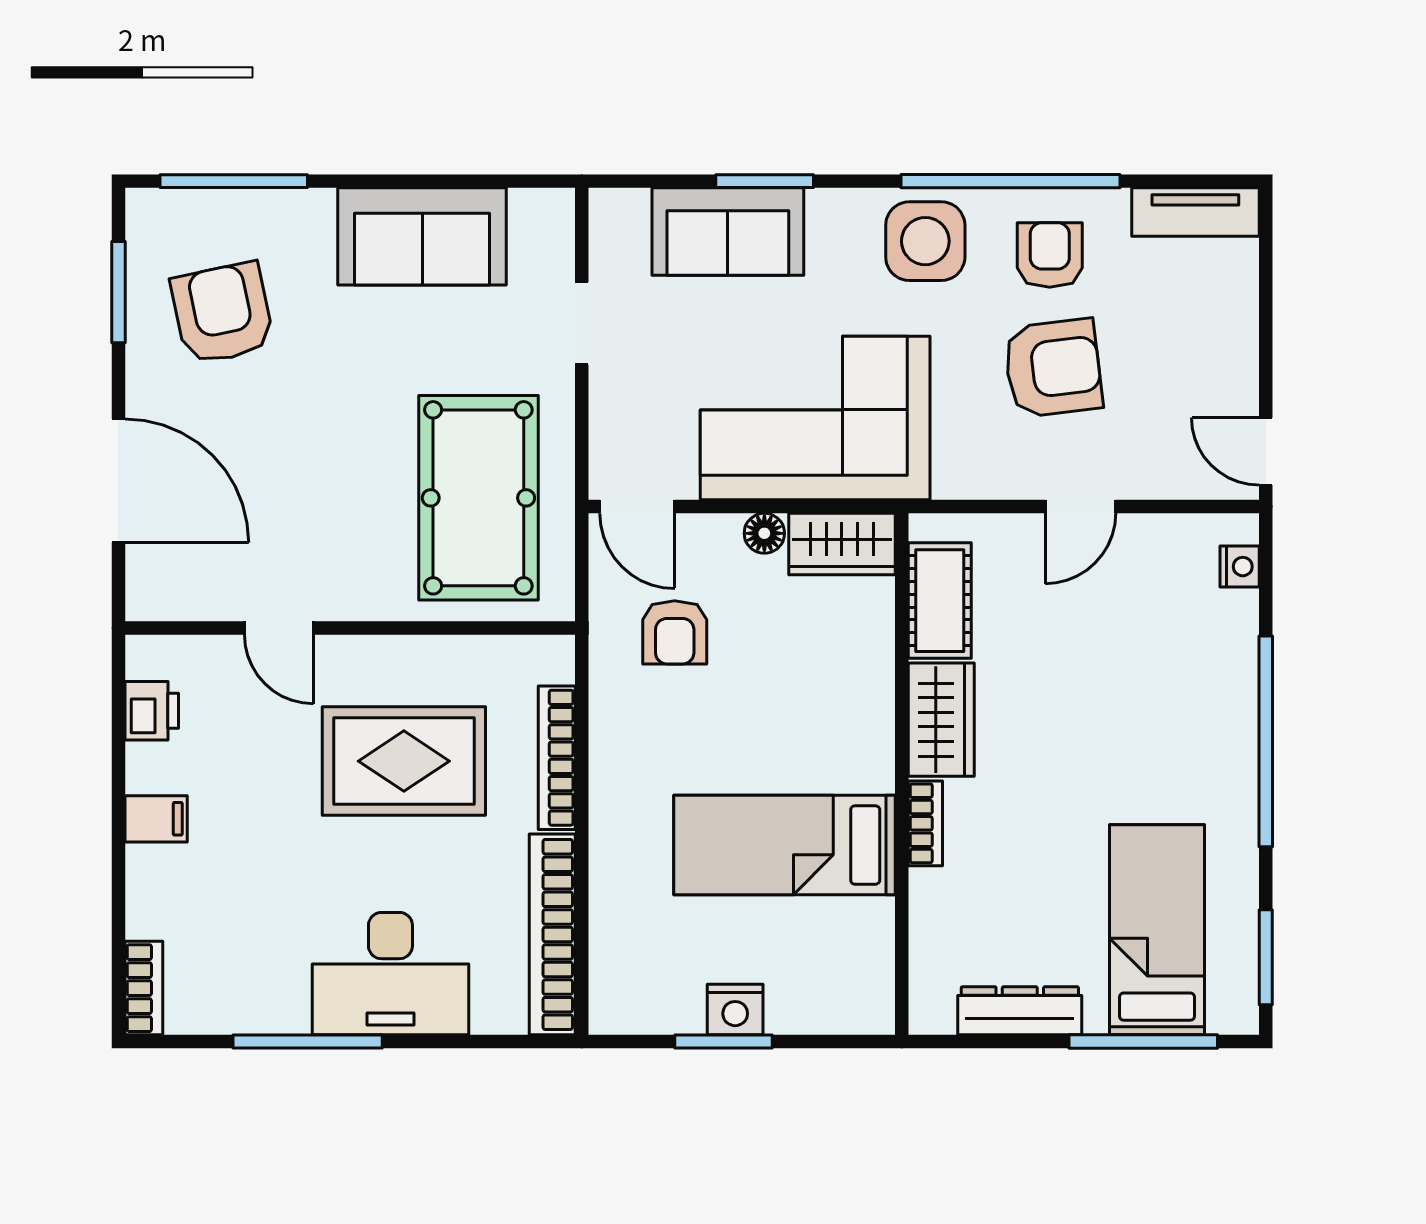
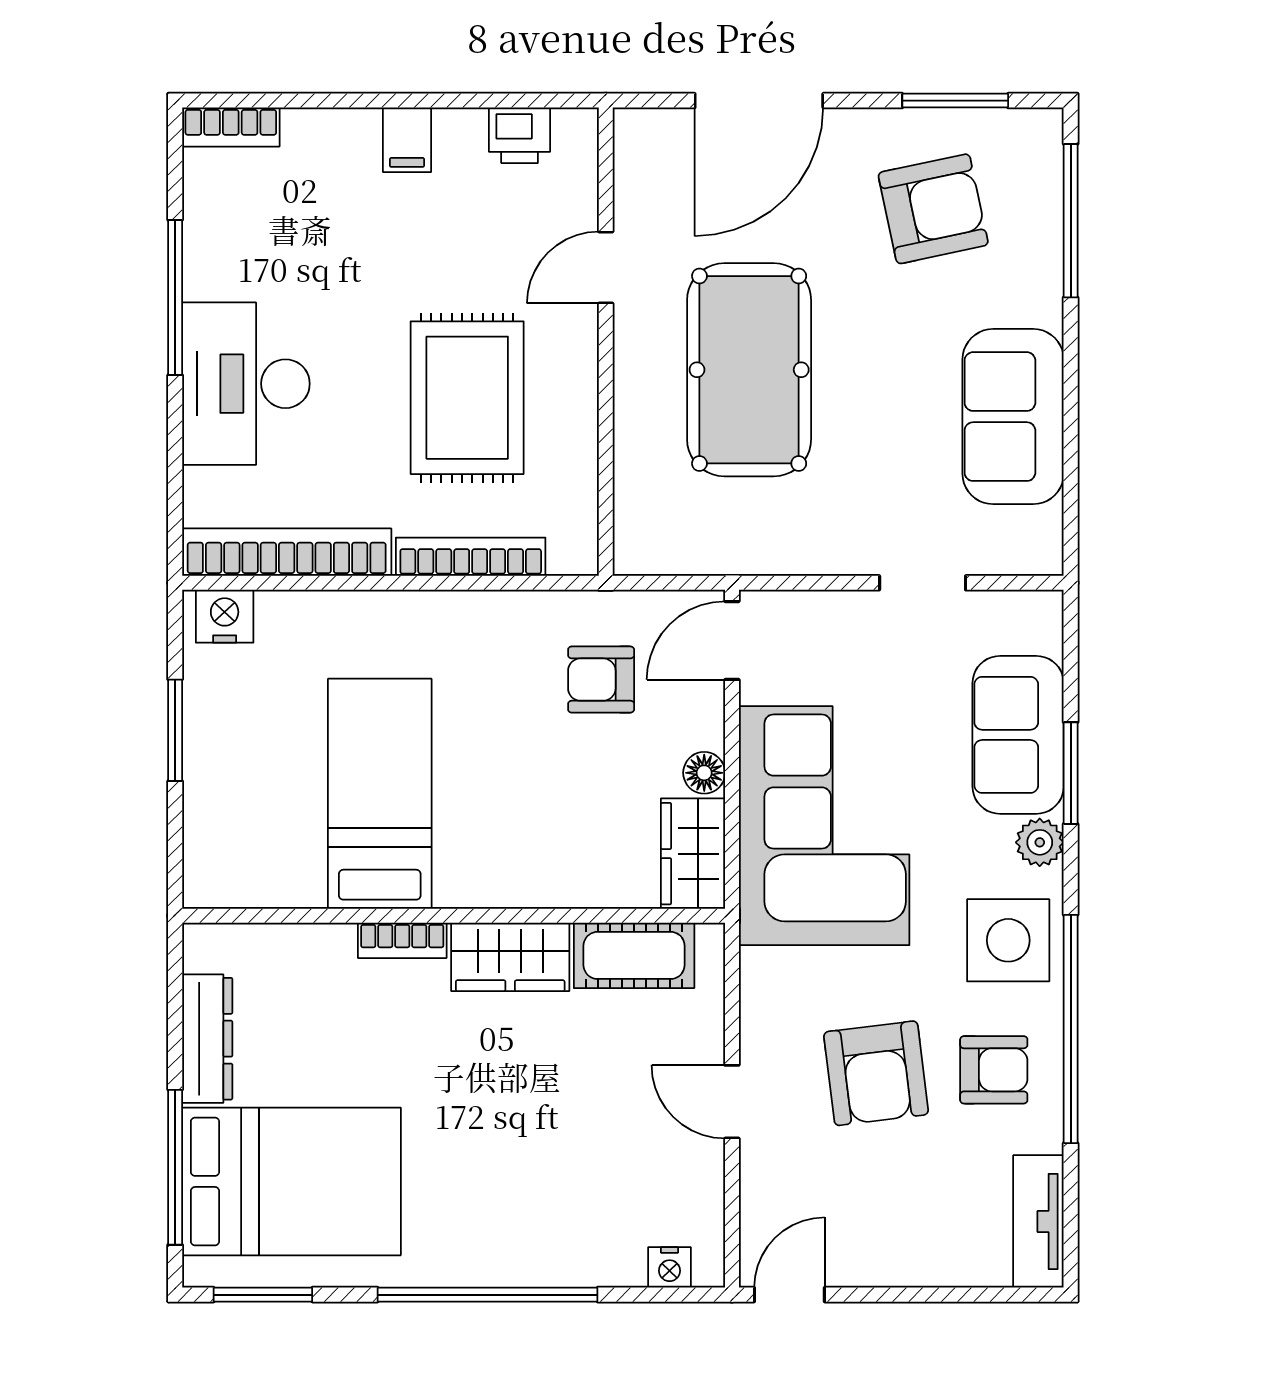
plant: (831, 211) -> (1040, 842), added
pool table: (478, 498) -> (749, 370), moved, turned 90
bed: (1157, 930) -> (291, 1181), width x1.50
nightstand: (735, 1010) -> (225, 616), moved, turned 90

